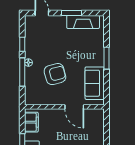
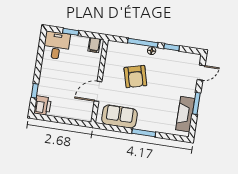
filing cabinet: (31, 122) -> (94, 45), width x0.50

